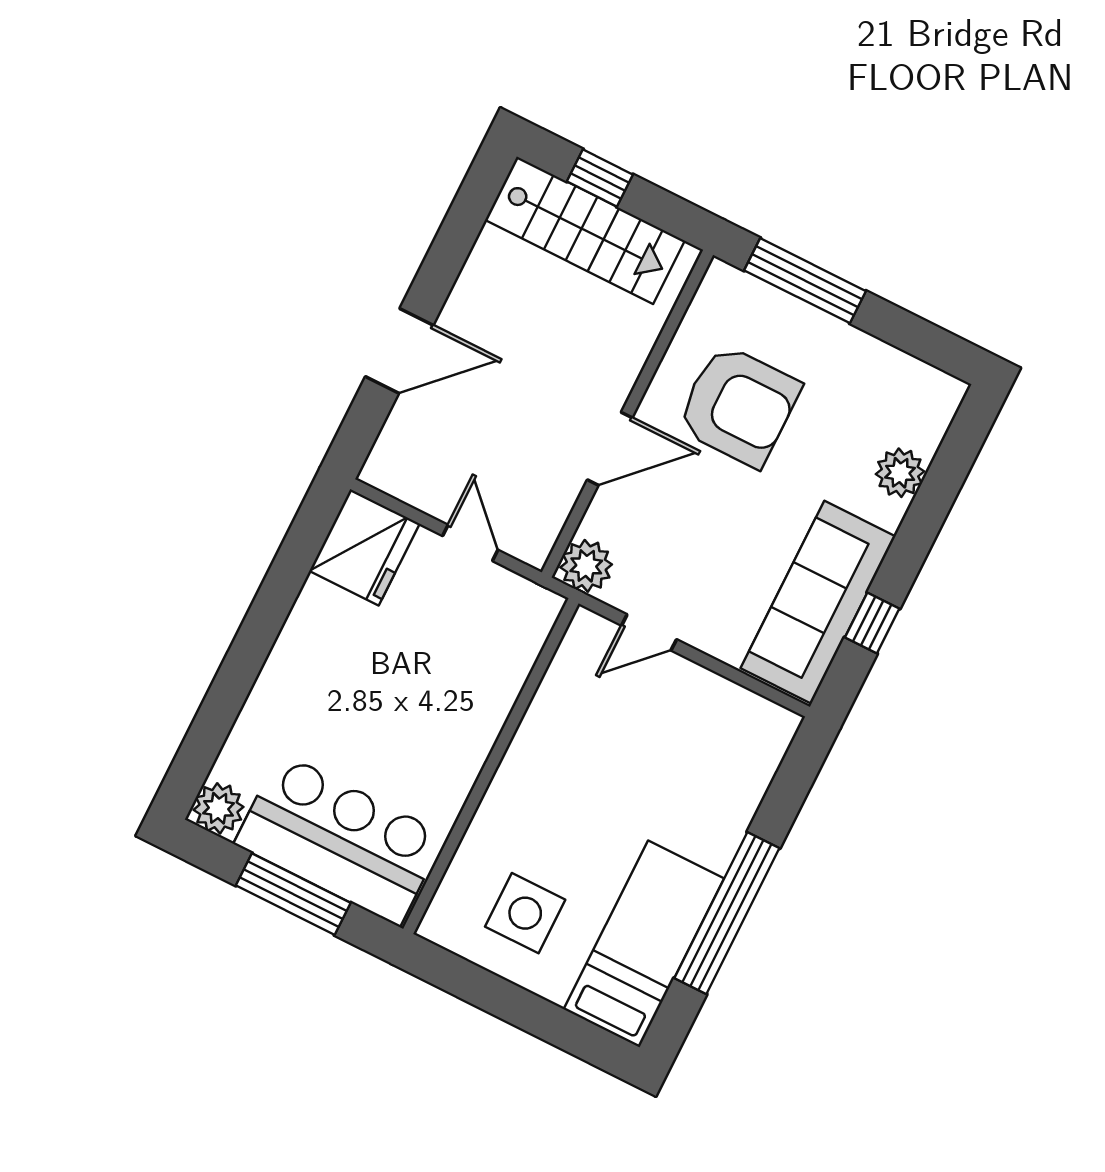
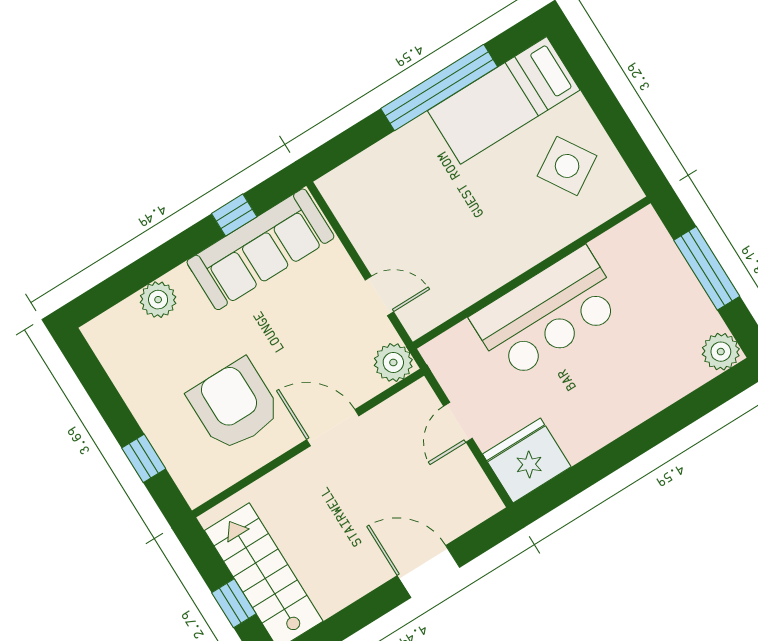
window: (805, 281) -> (144, 458), width x0.46
bar counter: (340, 839) -> (547, 313), moved, turned -90
side table: (525, 913) -> (567, 166), turned -32

